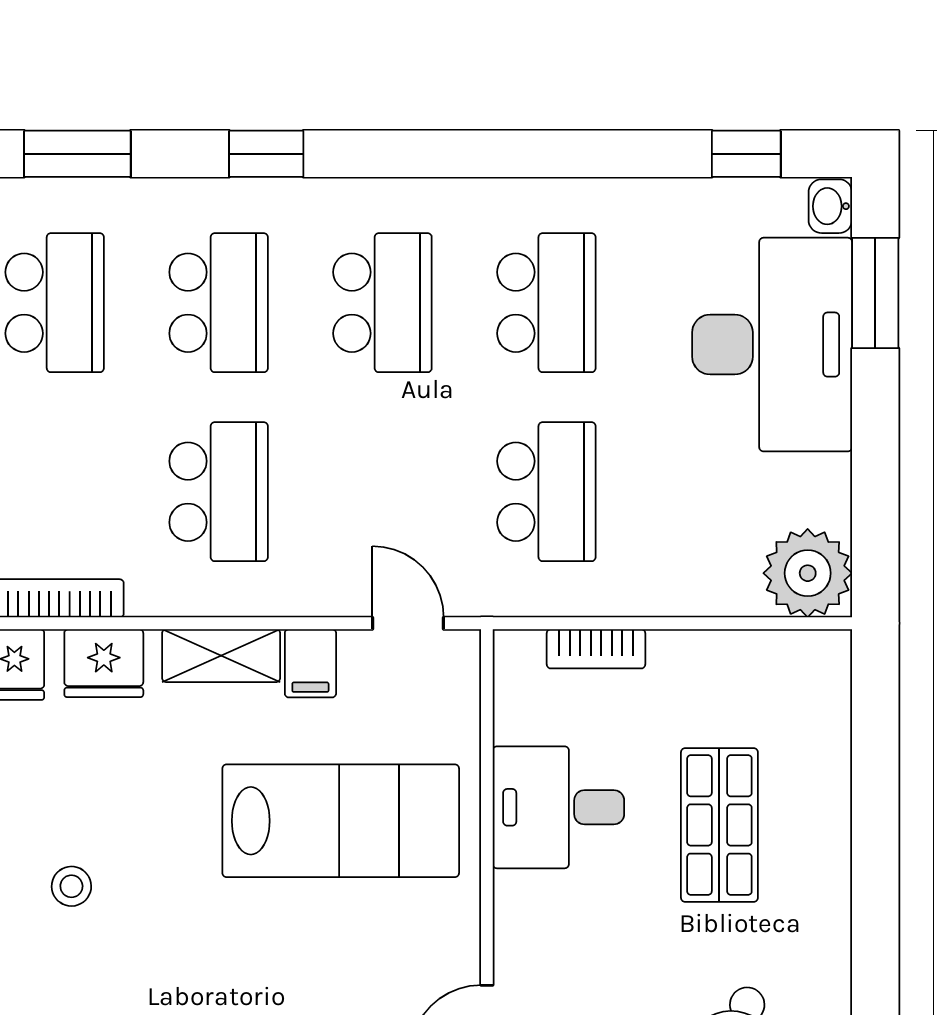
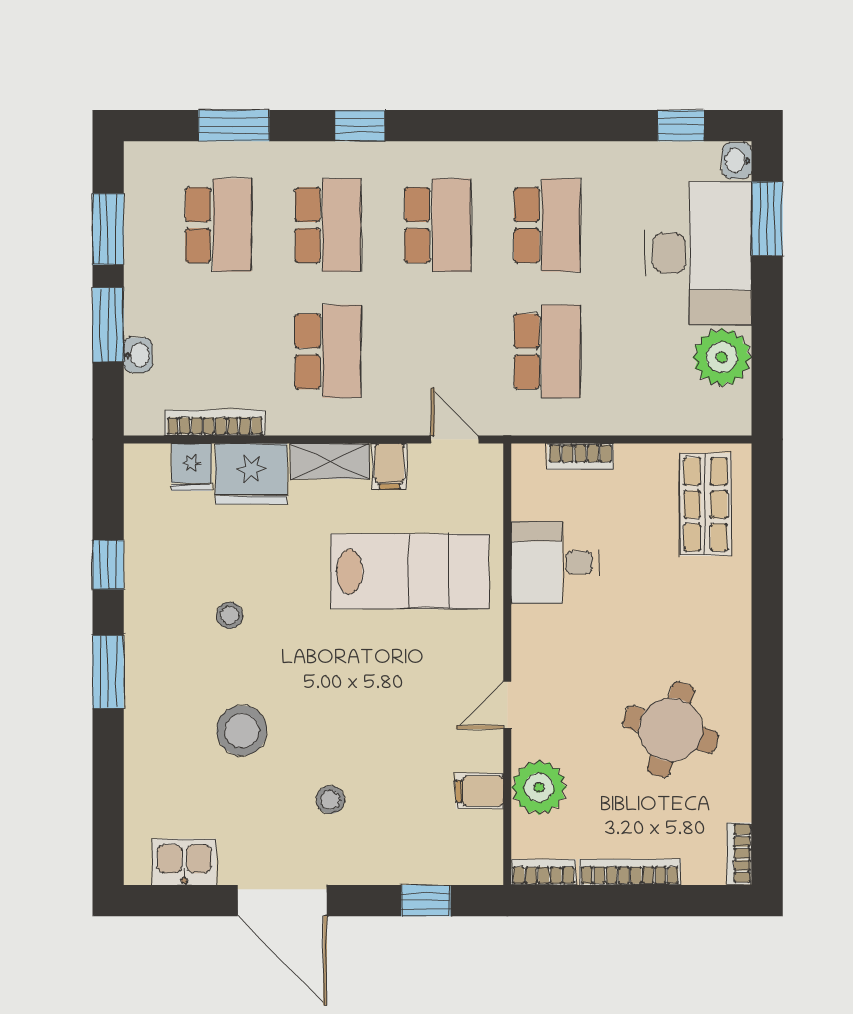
plant: (808, 573) -> (722, 357), moved
fridge: (104, 663) -> (251, 474), width x1.36, depth x1.34
shop shelf: (719, 825) -> (706, 504), moved

